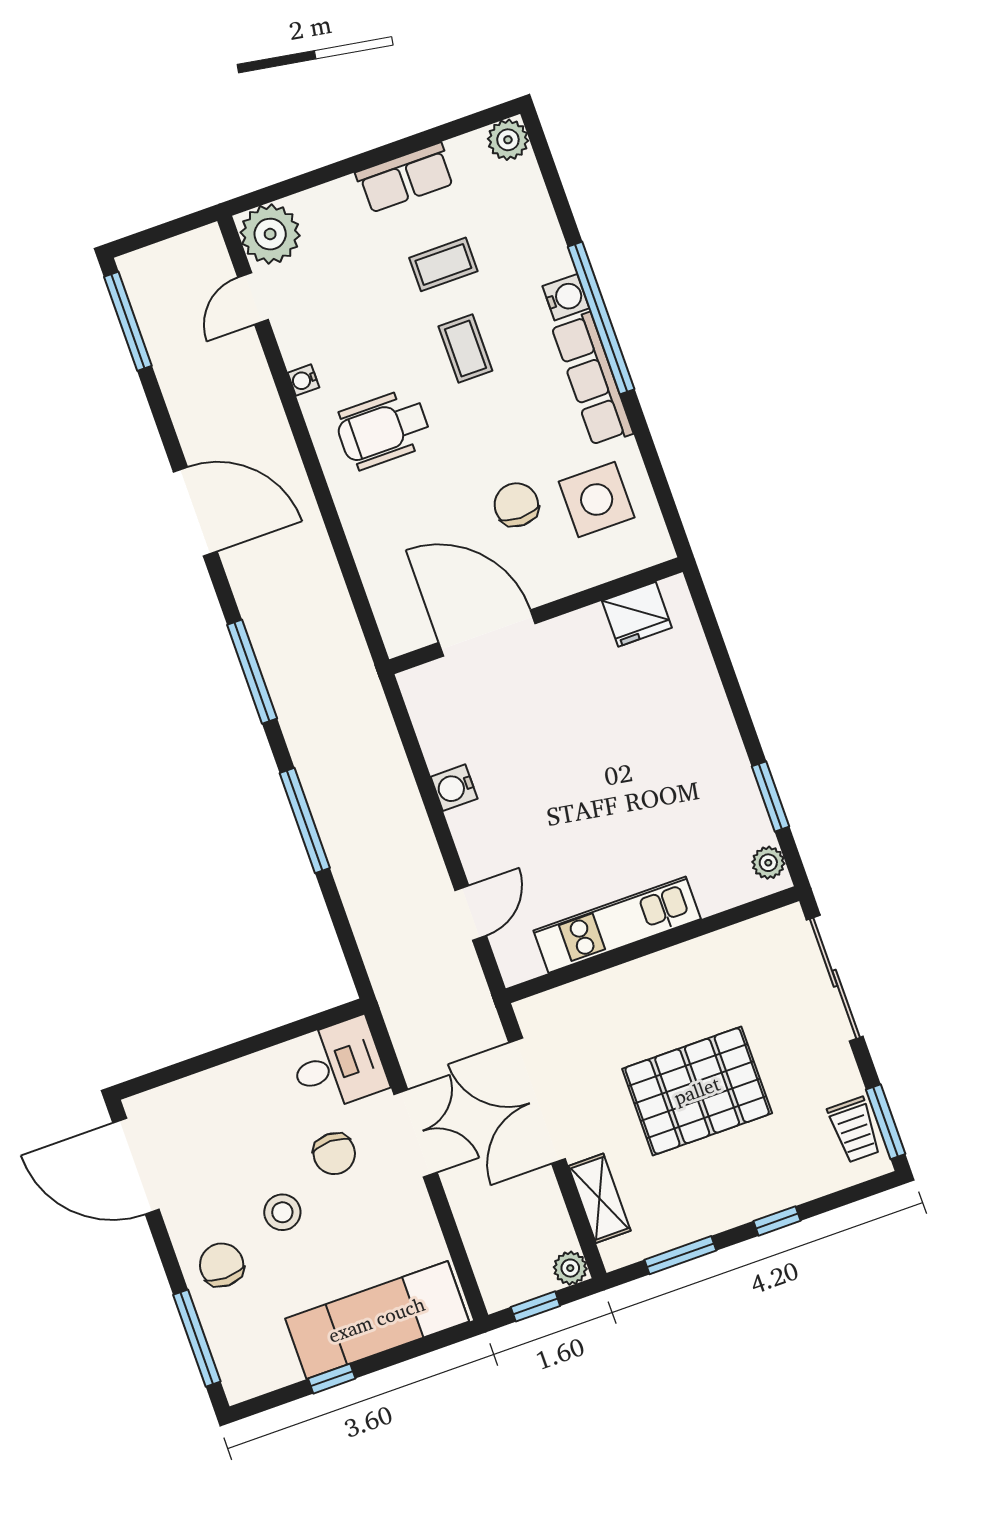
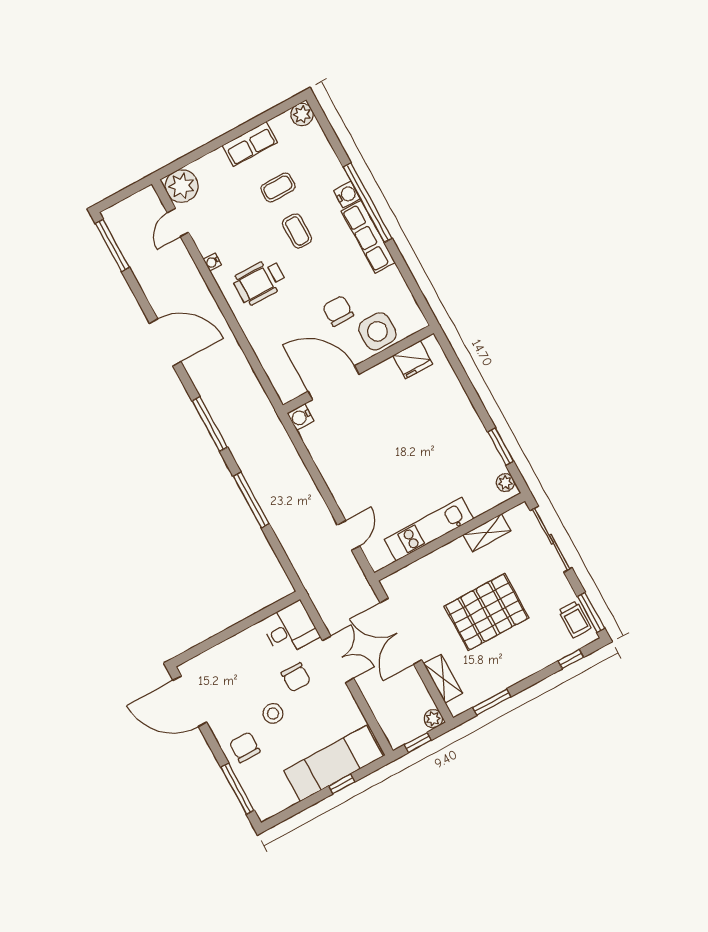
side table: (597, 500) -> (377, 331), moved
water cooler: (454, 788) -> (301, 417), moved
shelving: (721, 948) -> (487, 533), added
window: (777, 1221) -> (571, 659), moved
window: (332, 1379) -> (342, 784), moved

